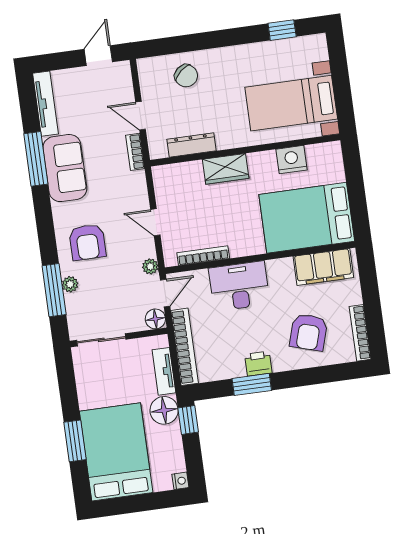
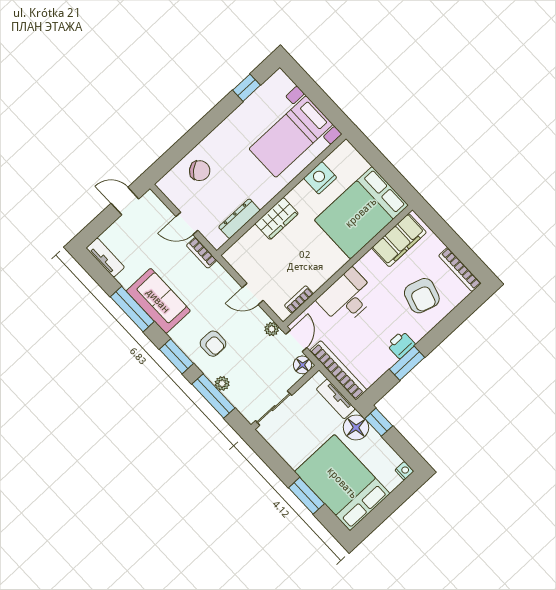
door: (98, 56) -> (125, 201), hinge flipped
tv unit: (46, 104) -> (105, 258), width x0.71
window: (46, 230) -> (176, 356), added
armchair: (87, 242) -> (213, 344), width x0.72, depth x0.72
bookcase: (203, 256) -> (299, 299), width x0.64

